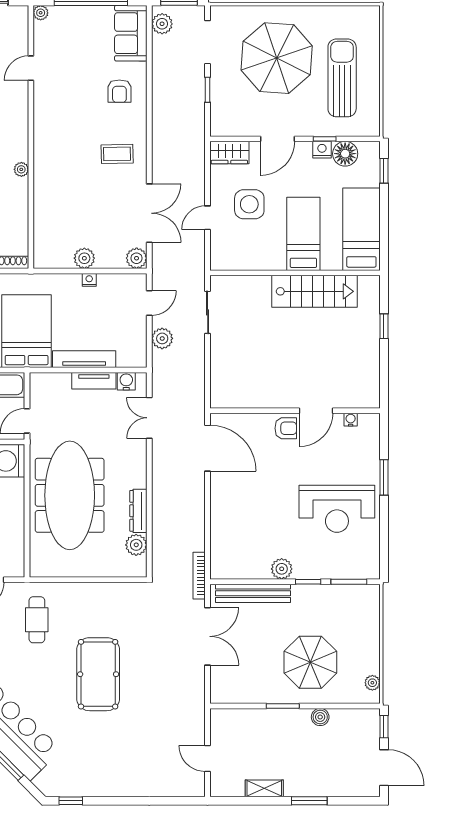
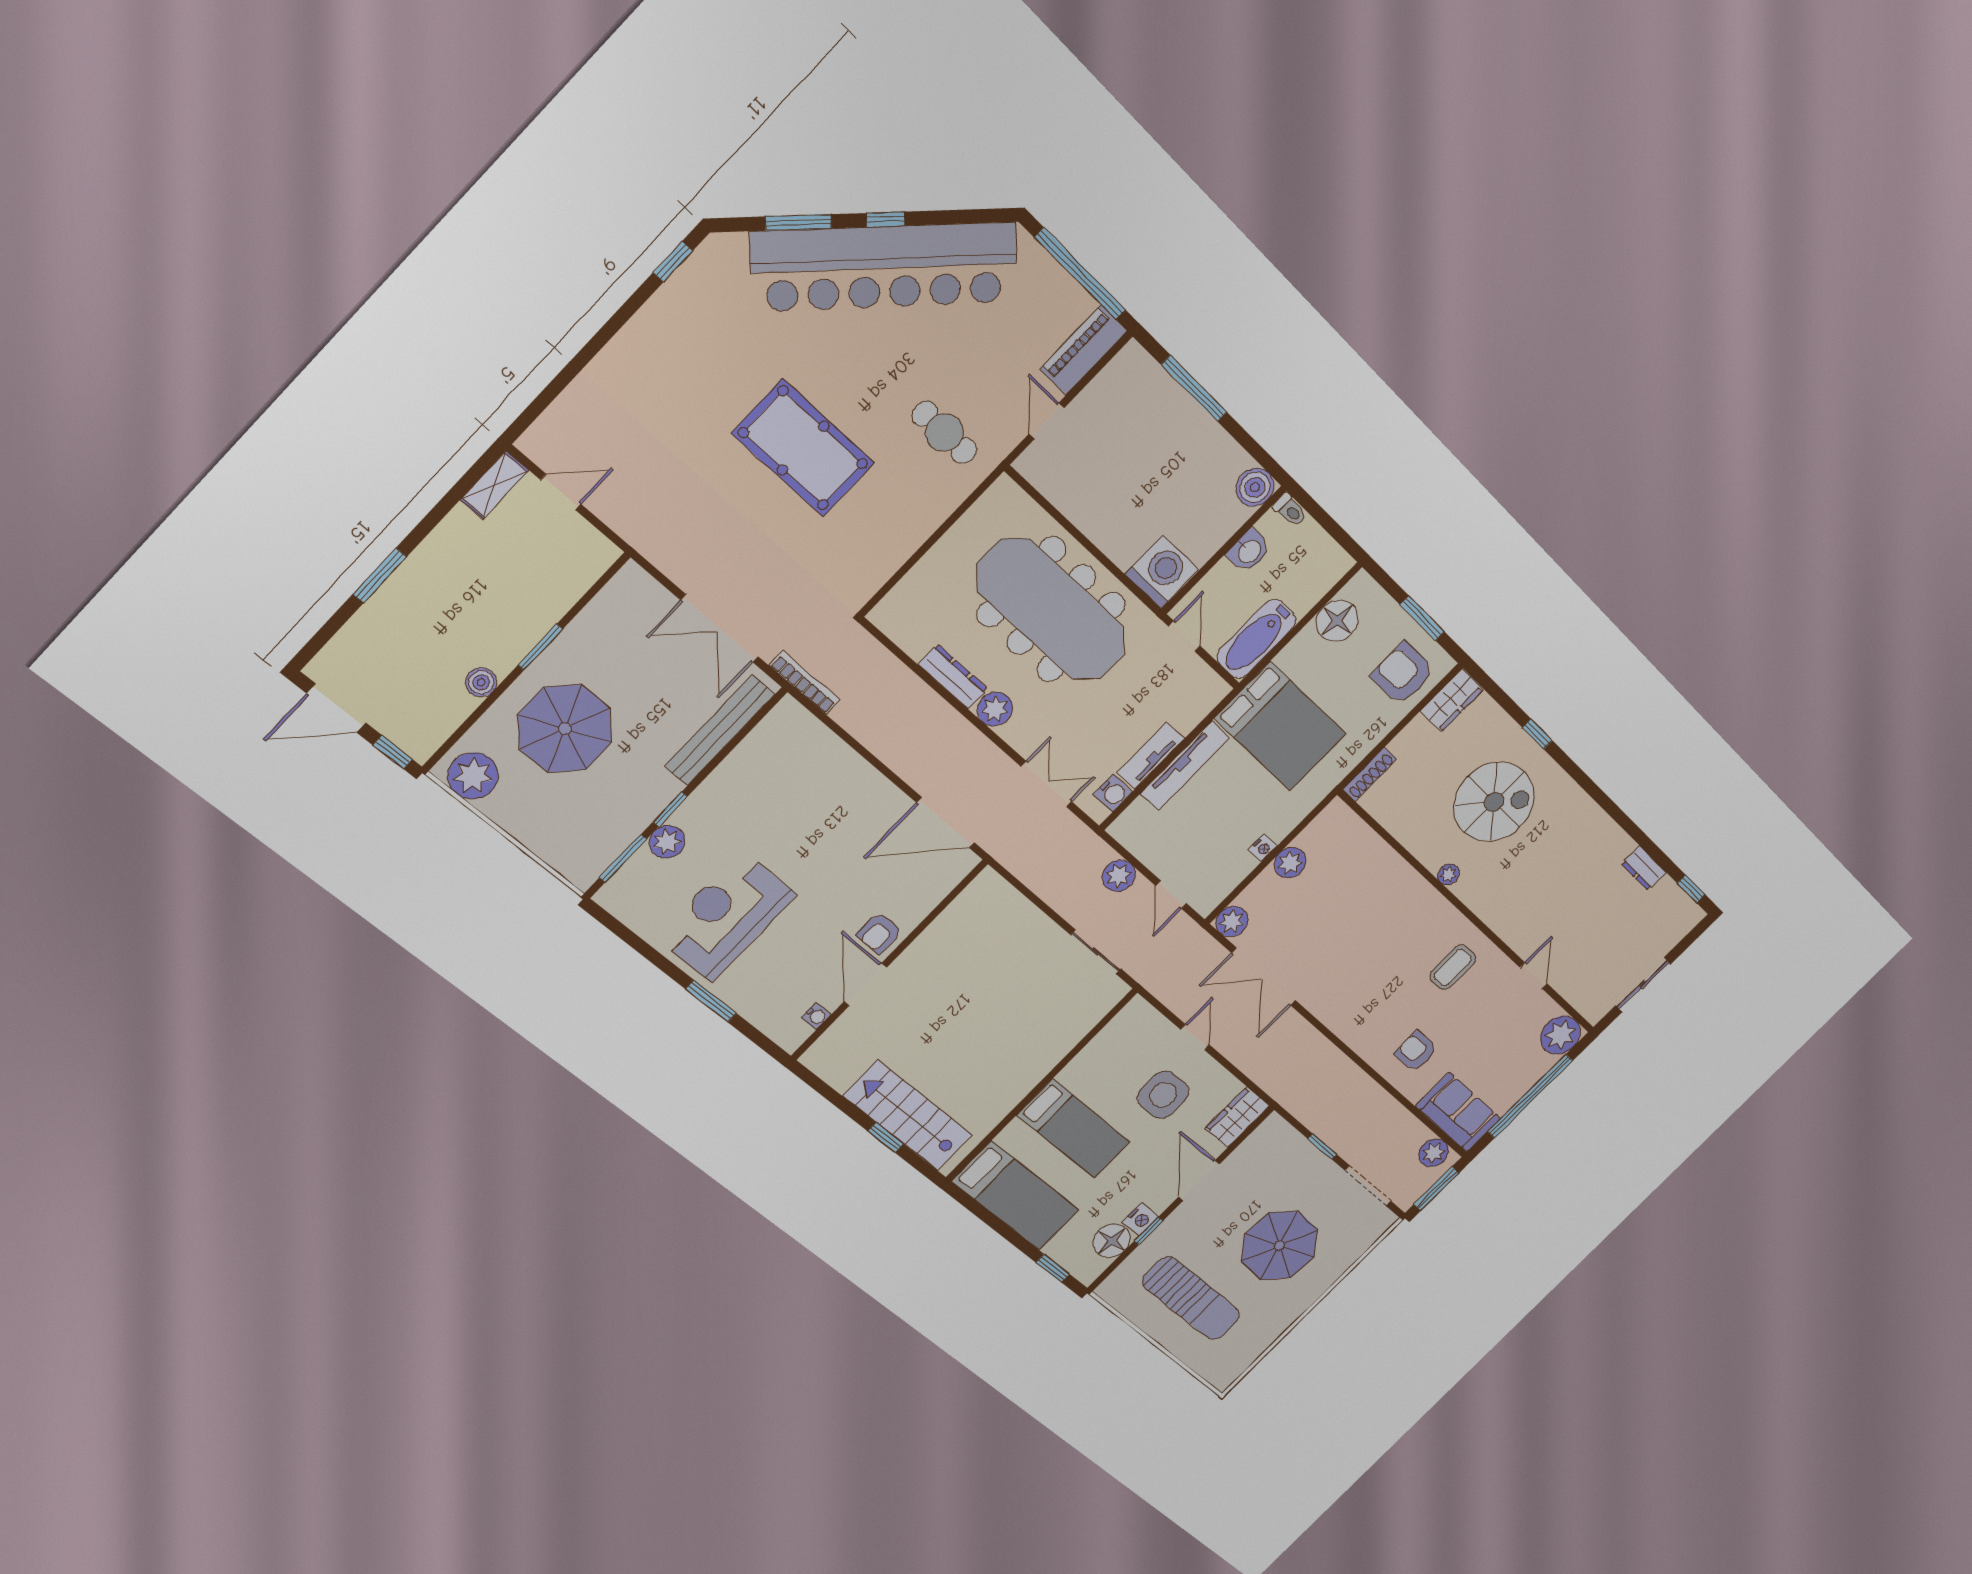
plant: (41, 13) -> (1561, 1035), width x1.88, depth x1.88
parasol: (277, 58) -> (1279, 1246), width x0.73, depth x0.73
coffee table: (117, 154) -> (1453, 967), moved
stairs: (314, 291) -> (908, 1116), moved, turned 90
plant: (136, 545) -> (995, 709), moved
plant: (282, 569) -> (667, 842), moved
plant: (372, 683) -> (473, 776), width x1.88, depth x1.88
shelving: (264, 788) -> (495, 485), moved

